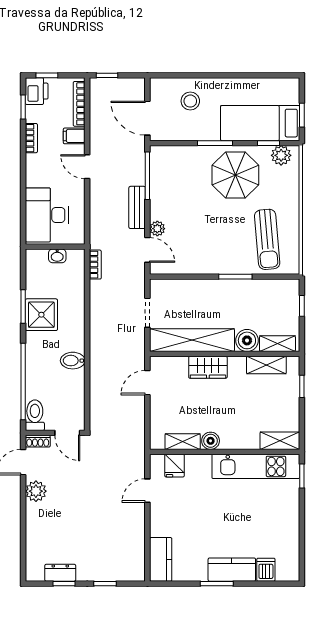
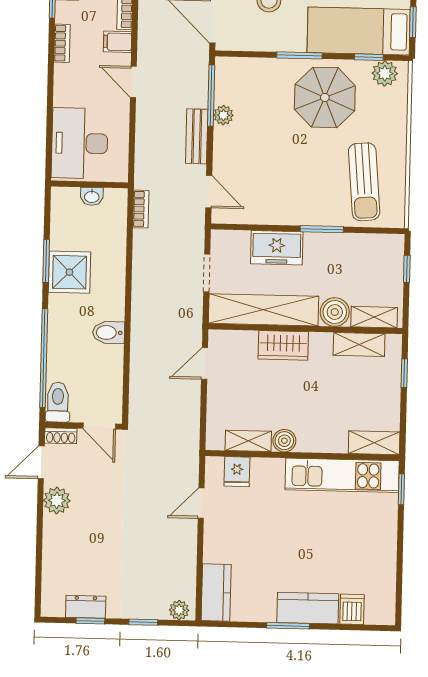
plant: (157, 229) -> (223, 115), moved
freezer: (201, 292) -> (277, 248), added
plant: (132, 574) -> (179, 610), added

